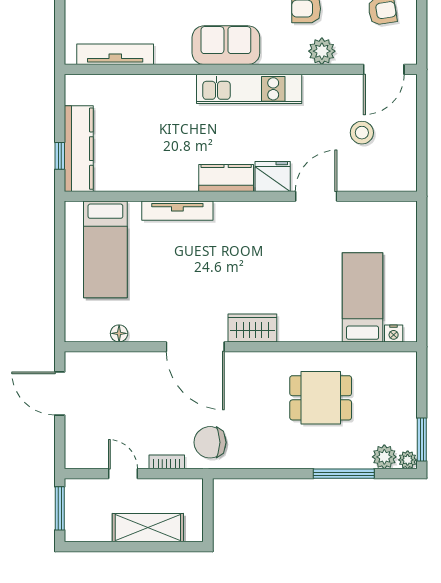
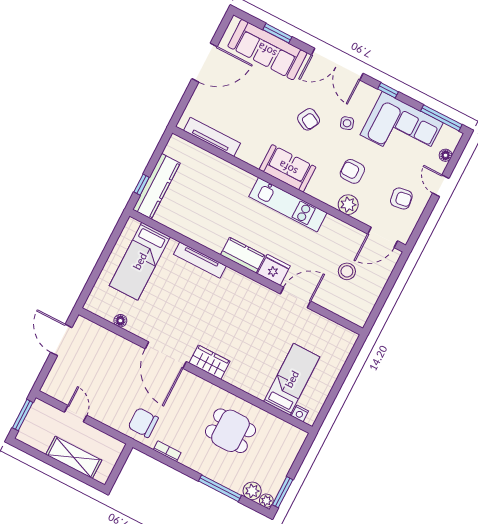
bookcase: (167, 462) -> (167, 451), moved

